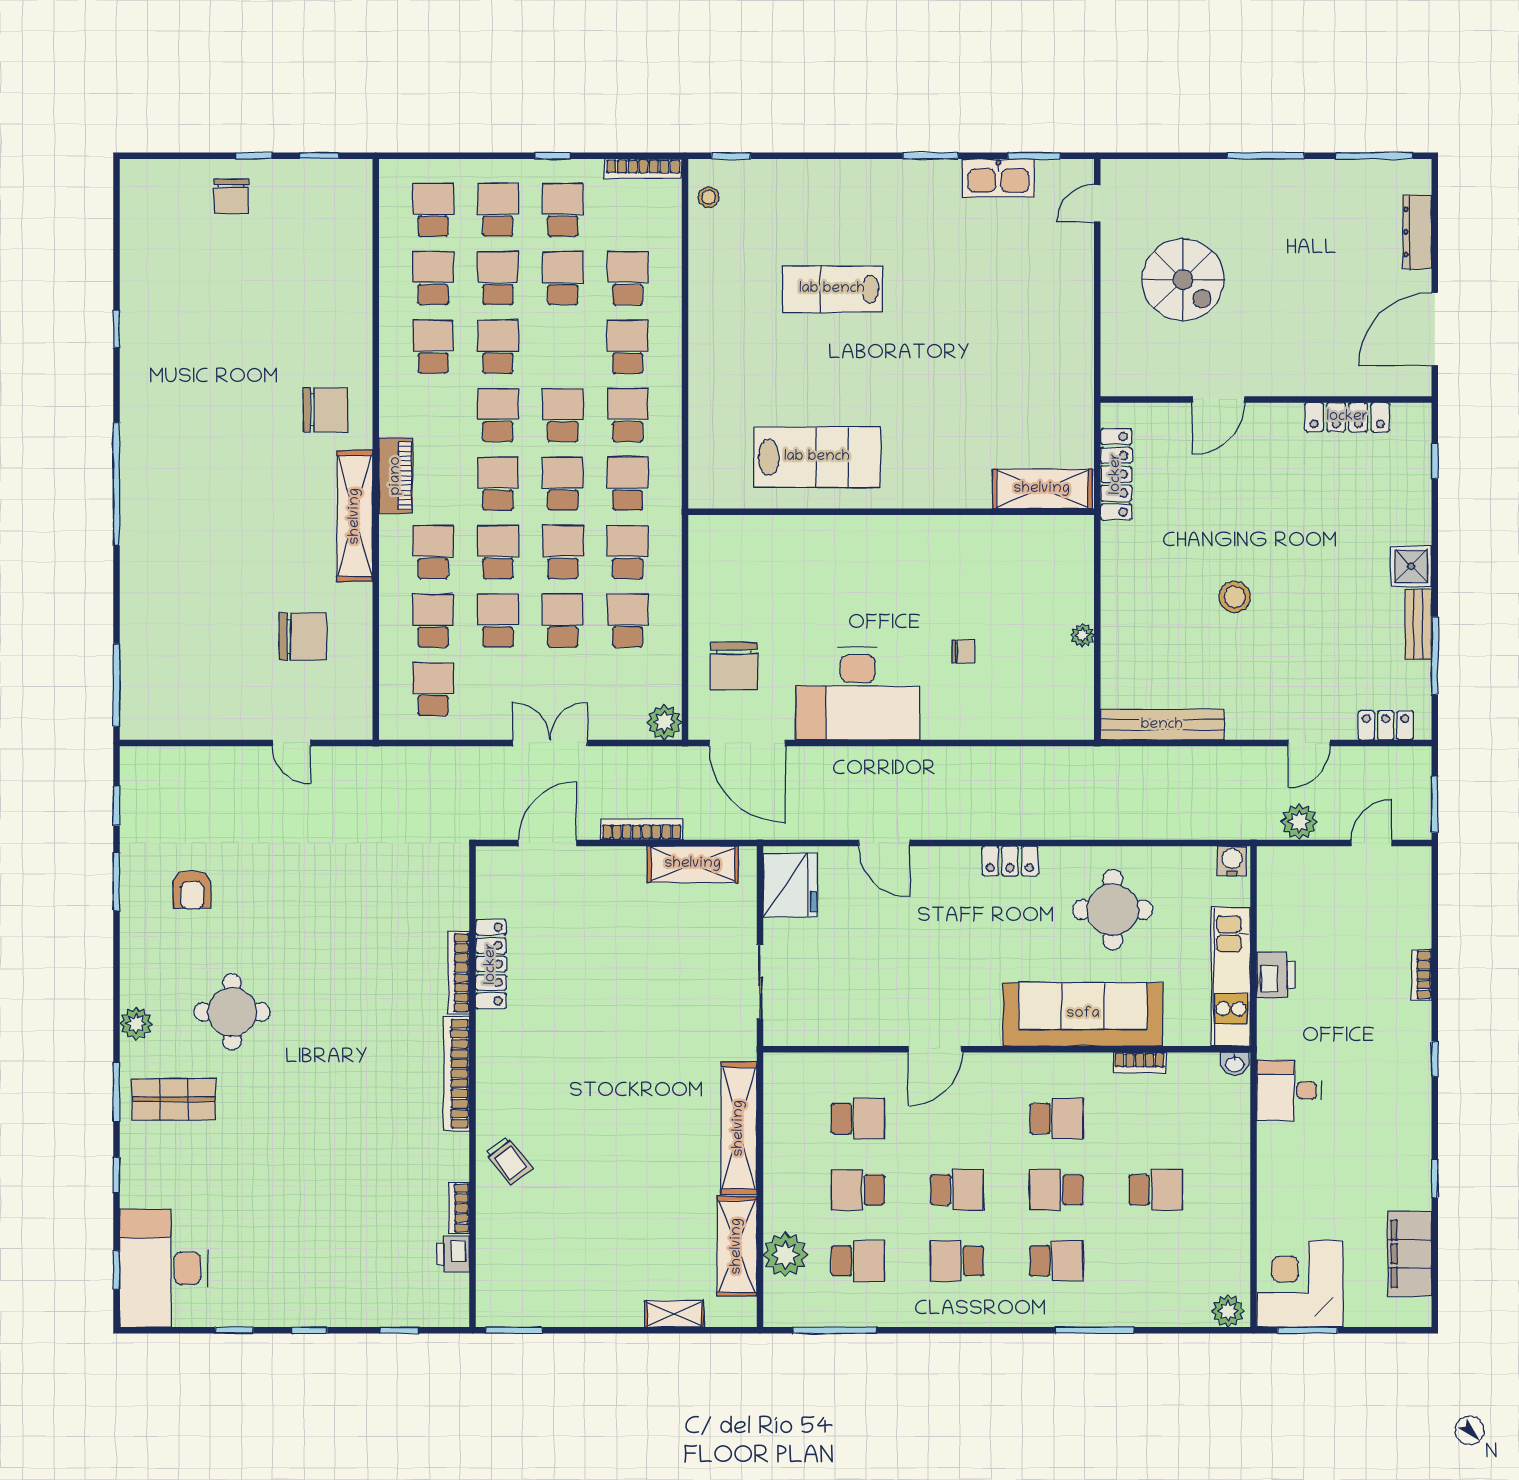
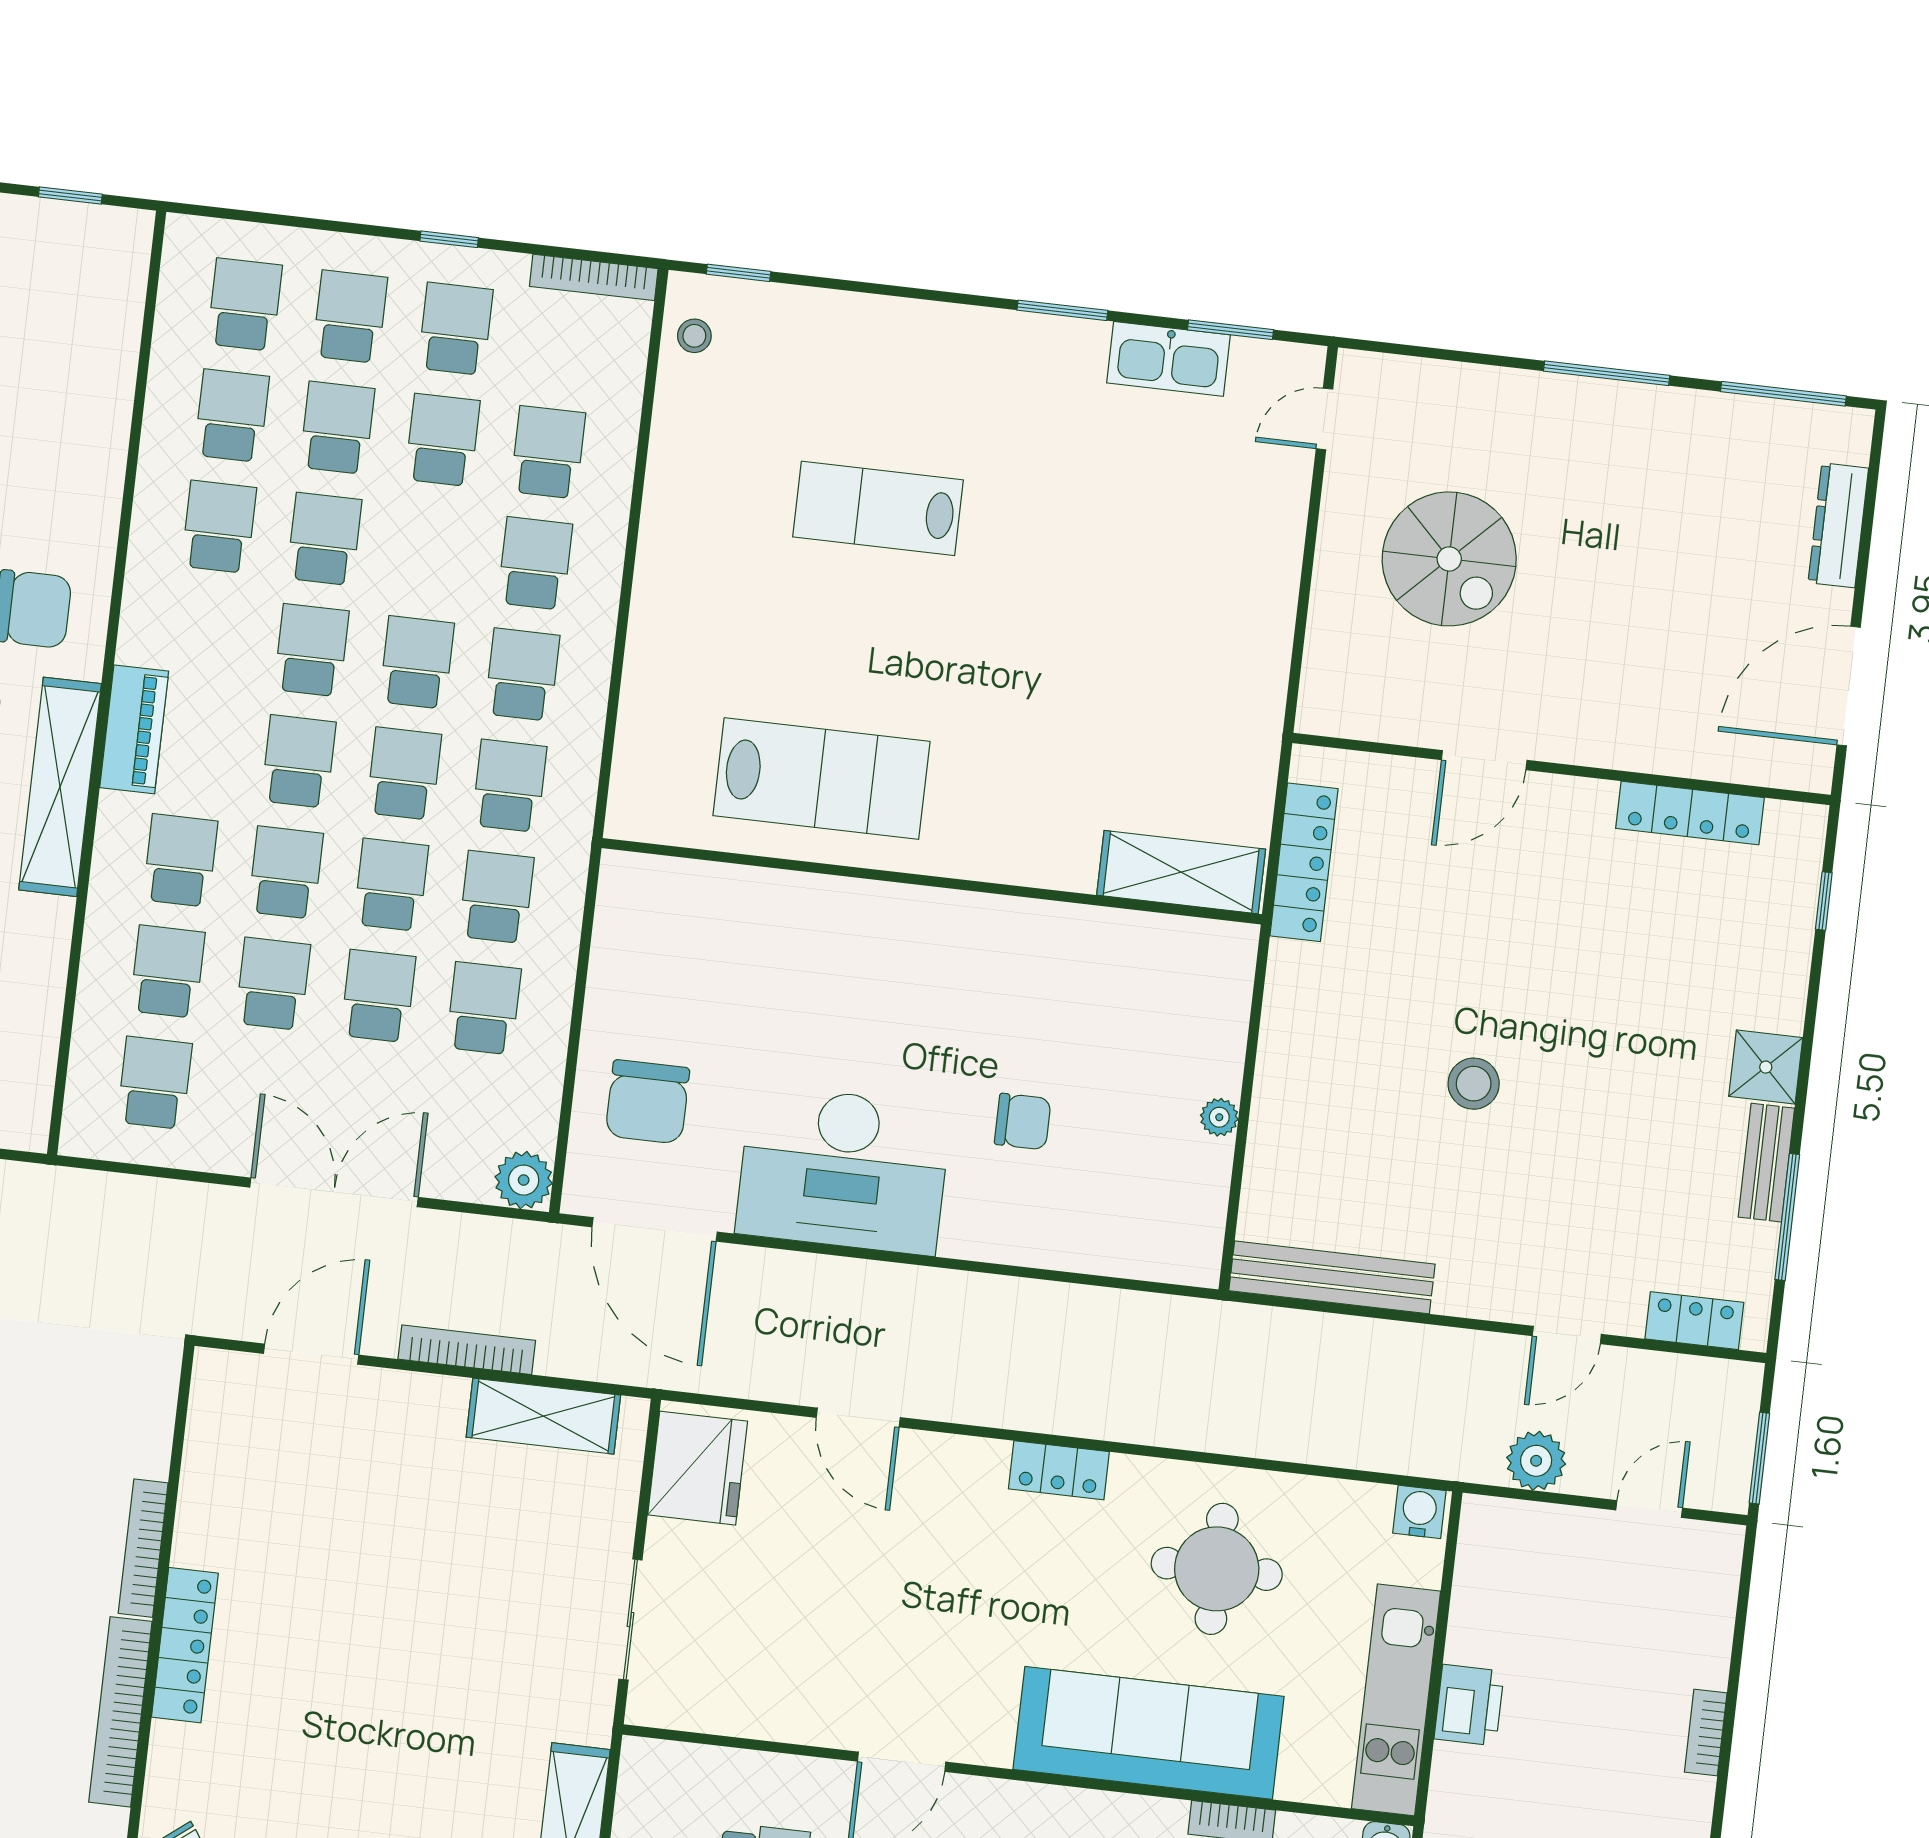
chair: (963, 652) -> (1023, 1122), width x1.37, depth x1.37
double door: (550, 743) -> (334, 1192), width x1.37
locker: (491, 964) -> (185, 1645), moved

